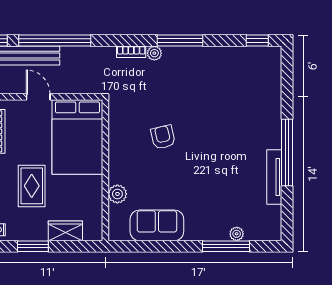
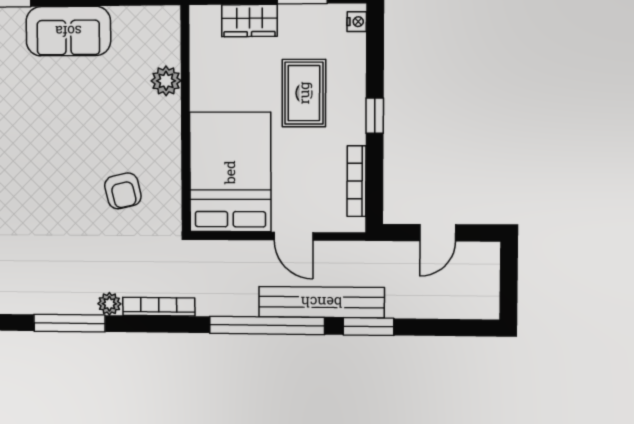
bookcase: (131, 52) -> (159, 307), width x1.56
armchair: (163, 137) -> (123, 191), moved
sofa: (157, 225) -> (68, 31), moved

